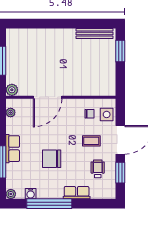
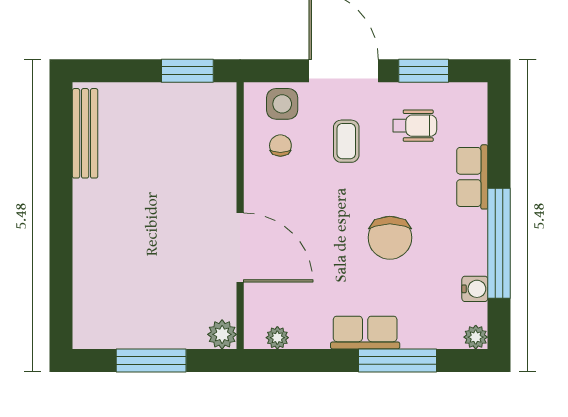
window: (120, 51) -> (187, 71), moved
wheelchair: (98, 169) -> (415, 126), turned 180

